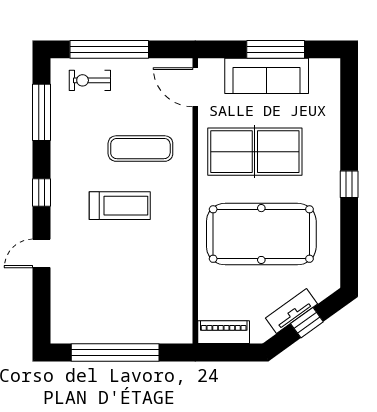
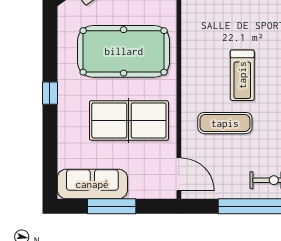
sofa: (267, 76) -> (92, 184), moved
treadmill: (120, 206) -> (242, 75), turned -90

